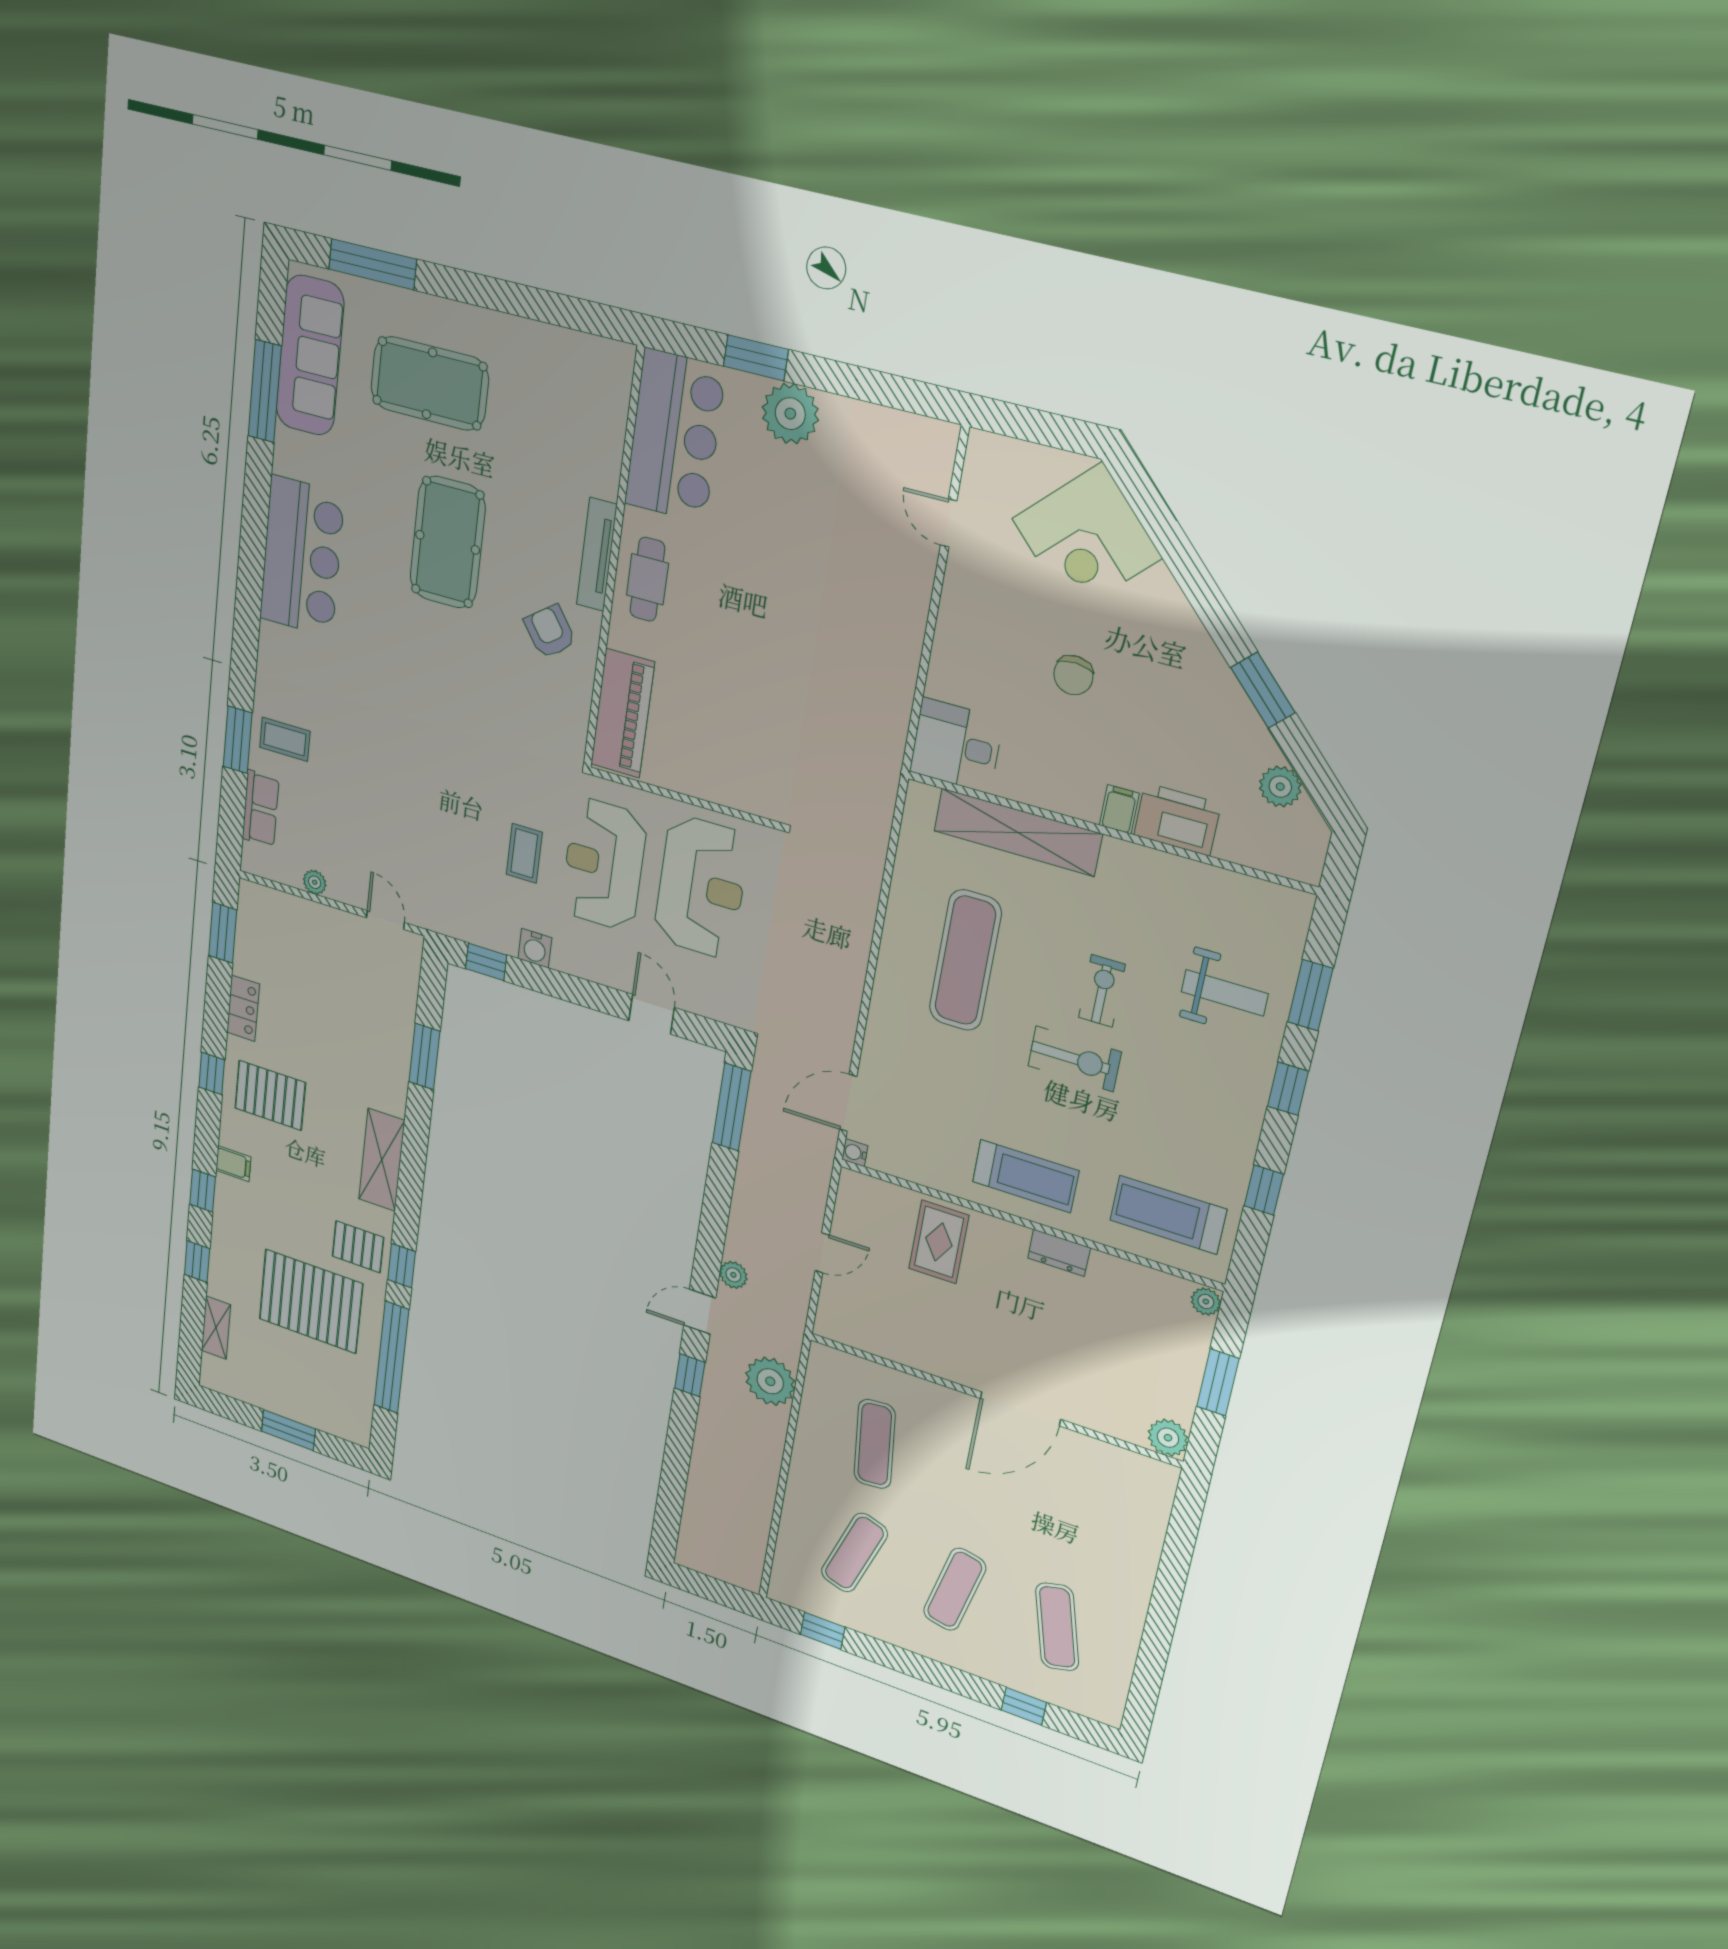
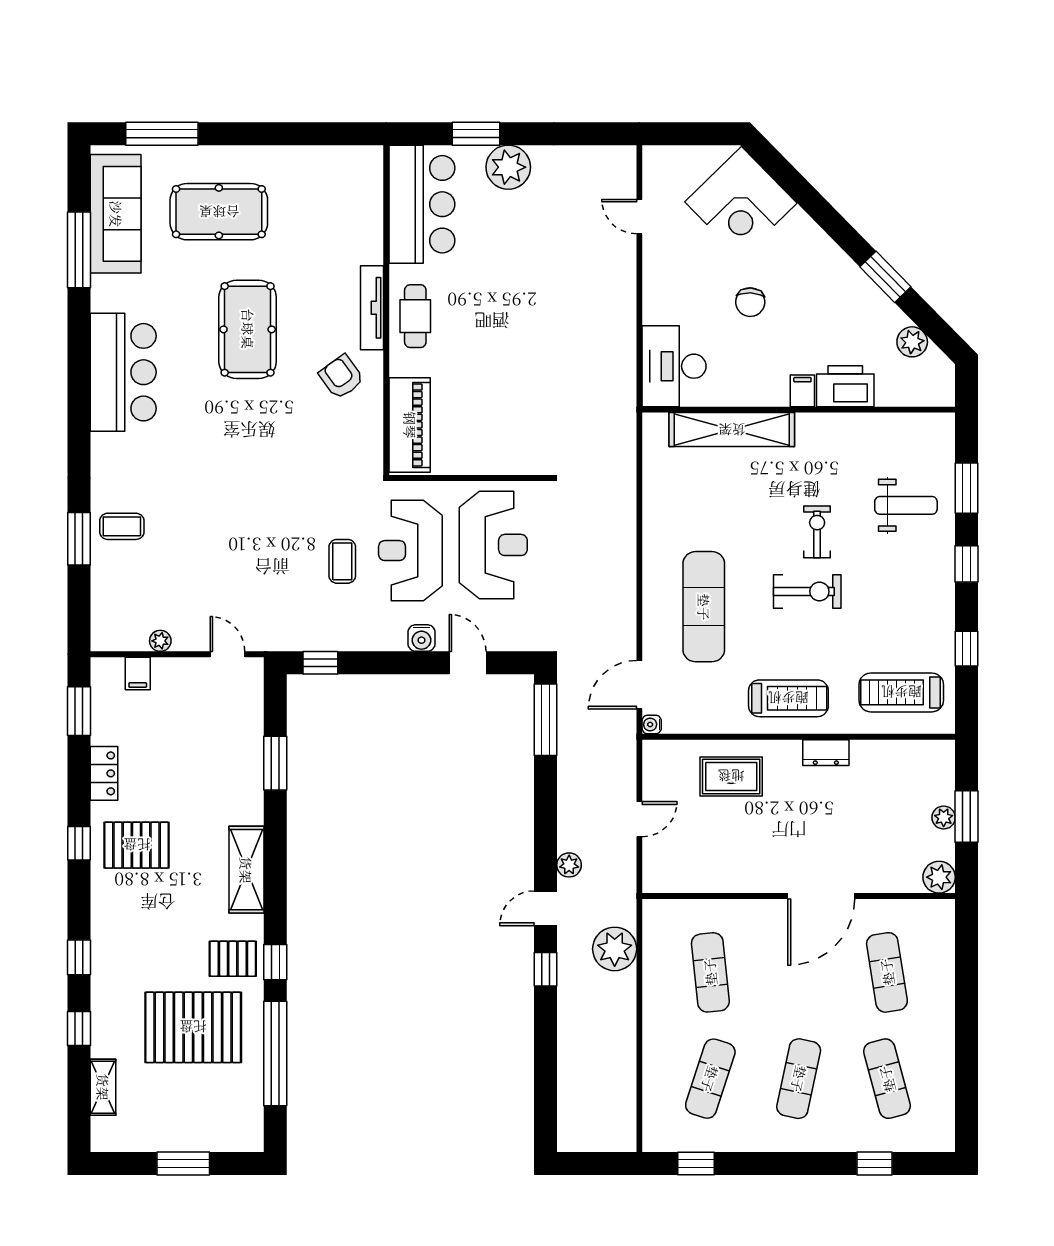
desk: (956, 745) -> (674, 366), width x1.37
row of seats: (261, 809) -> (105, 592), removed
water cooler: (535, 948) -> (422, 638), moved
exercise mat: (965, 960) -> (704, 607), moved
filing cabinet: (233, 1164) -> (138, 674), moved, turned 90
rug: (939, 1242) -> (731, 776), turned 90
plant: (1206, 1302) -> (944, 818), moved
exercise mat: (1082, 1517) -> (887, 972), added

